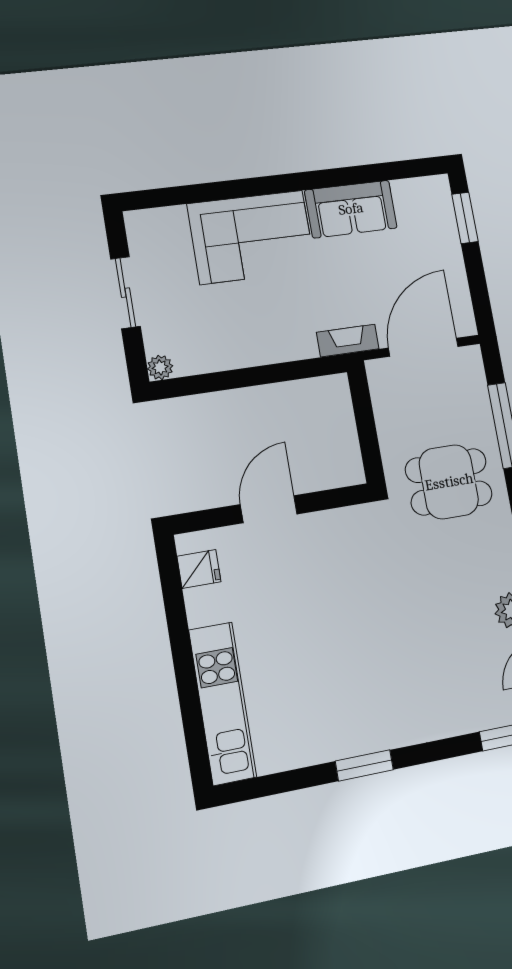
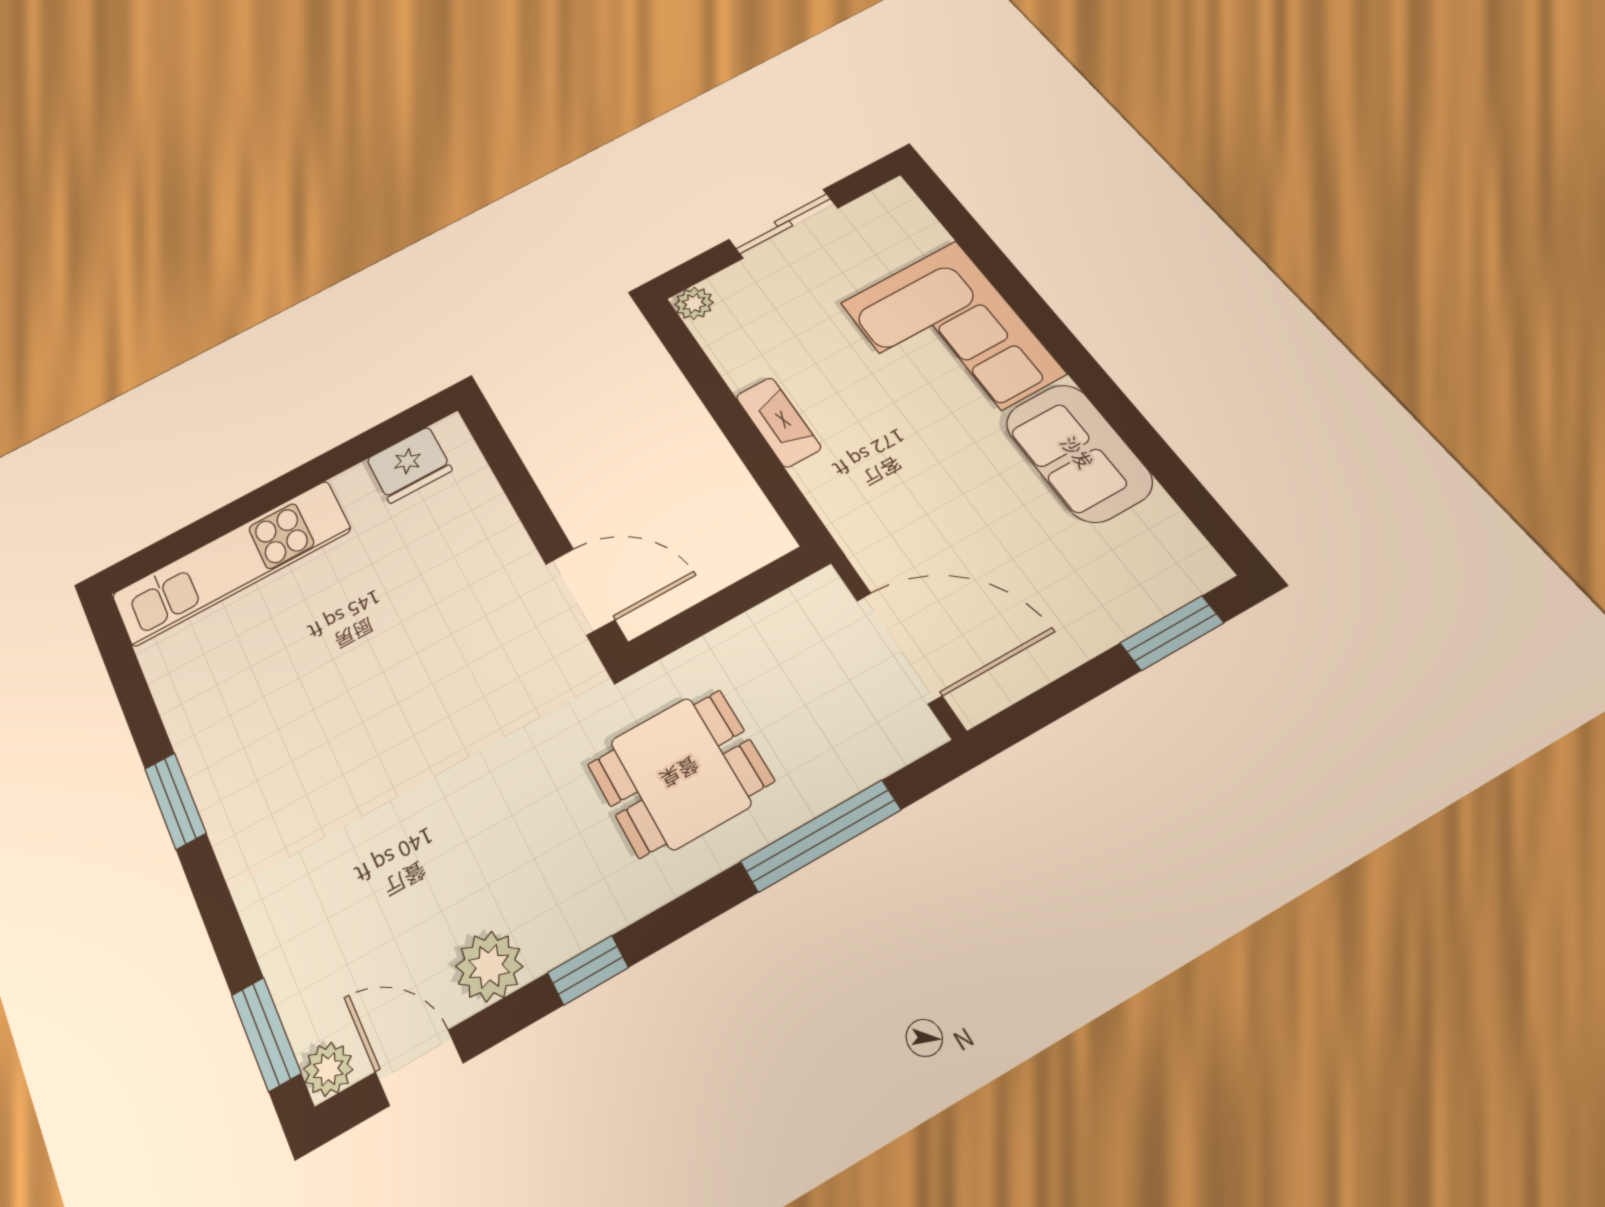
fireplace: (348, 341) -> (778, 422), moved
dining table: (449, 482) -> (680, 773), turned 90
door: (269, 509) -> (580, 592), moved
fridge: (199, 569) -> (409, 465), width x1.38

